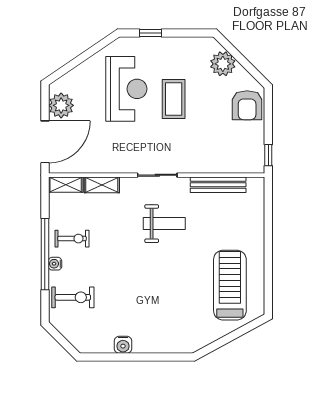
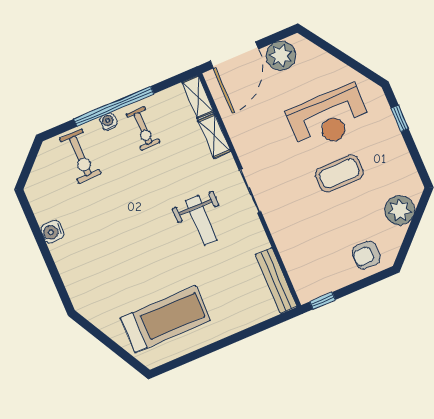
armchair: (247, 105) -> (366, 255), width x0.72, depth x0.72
door: (45, 142) -> (234, 55), hinge flipped
bench: (218, 185) -> (276, 281), moved

